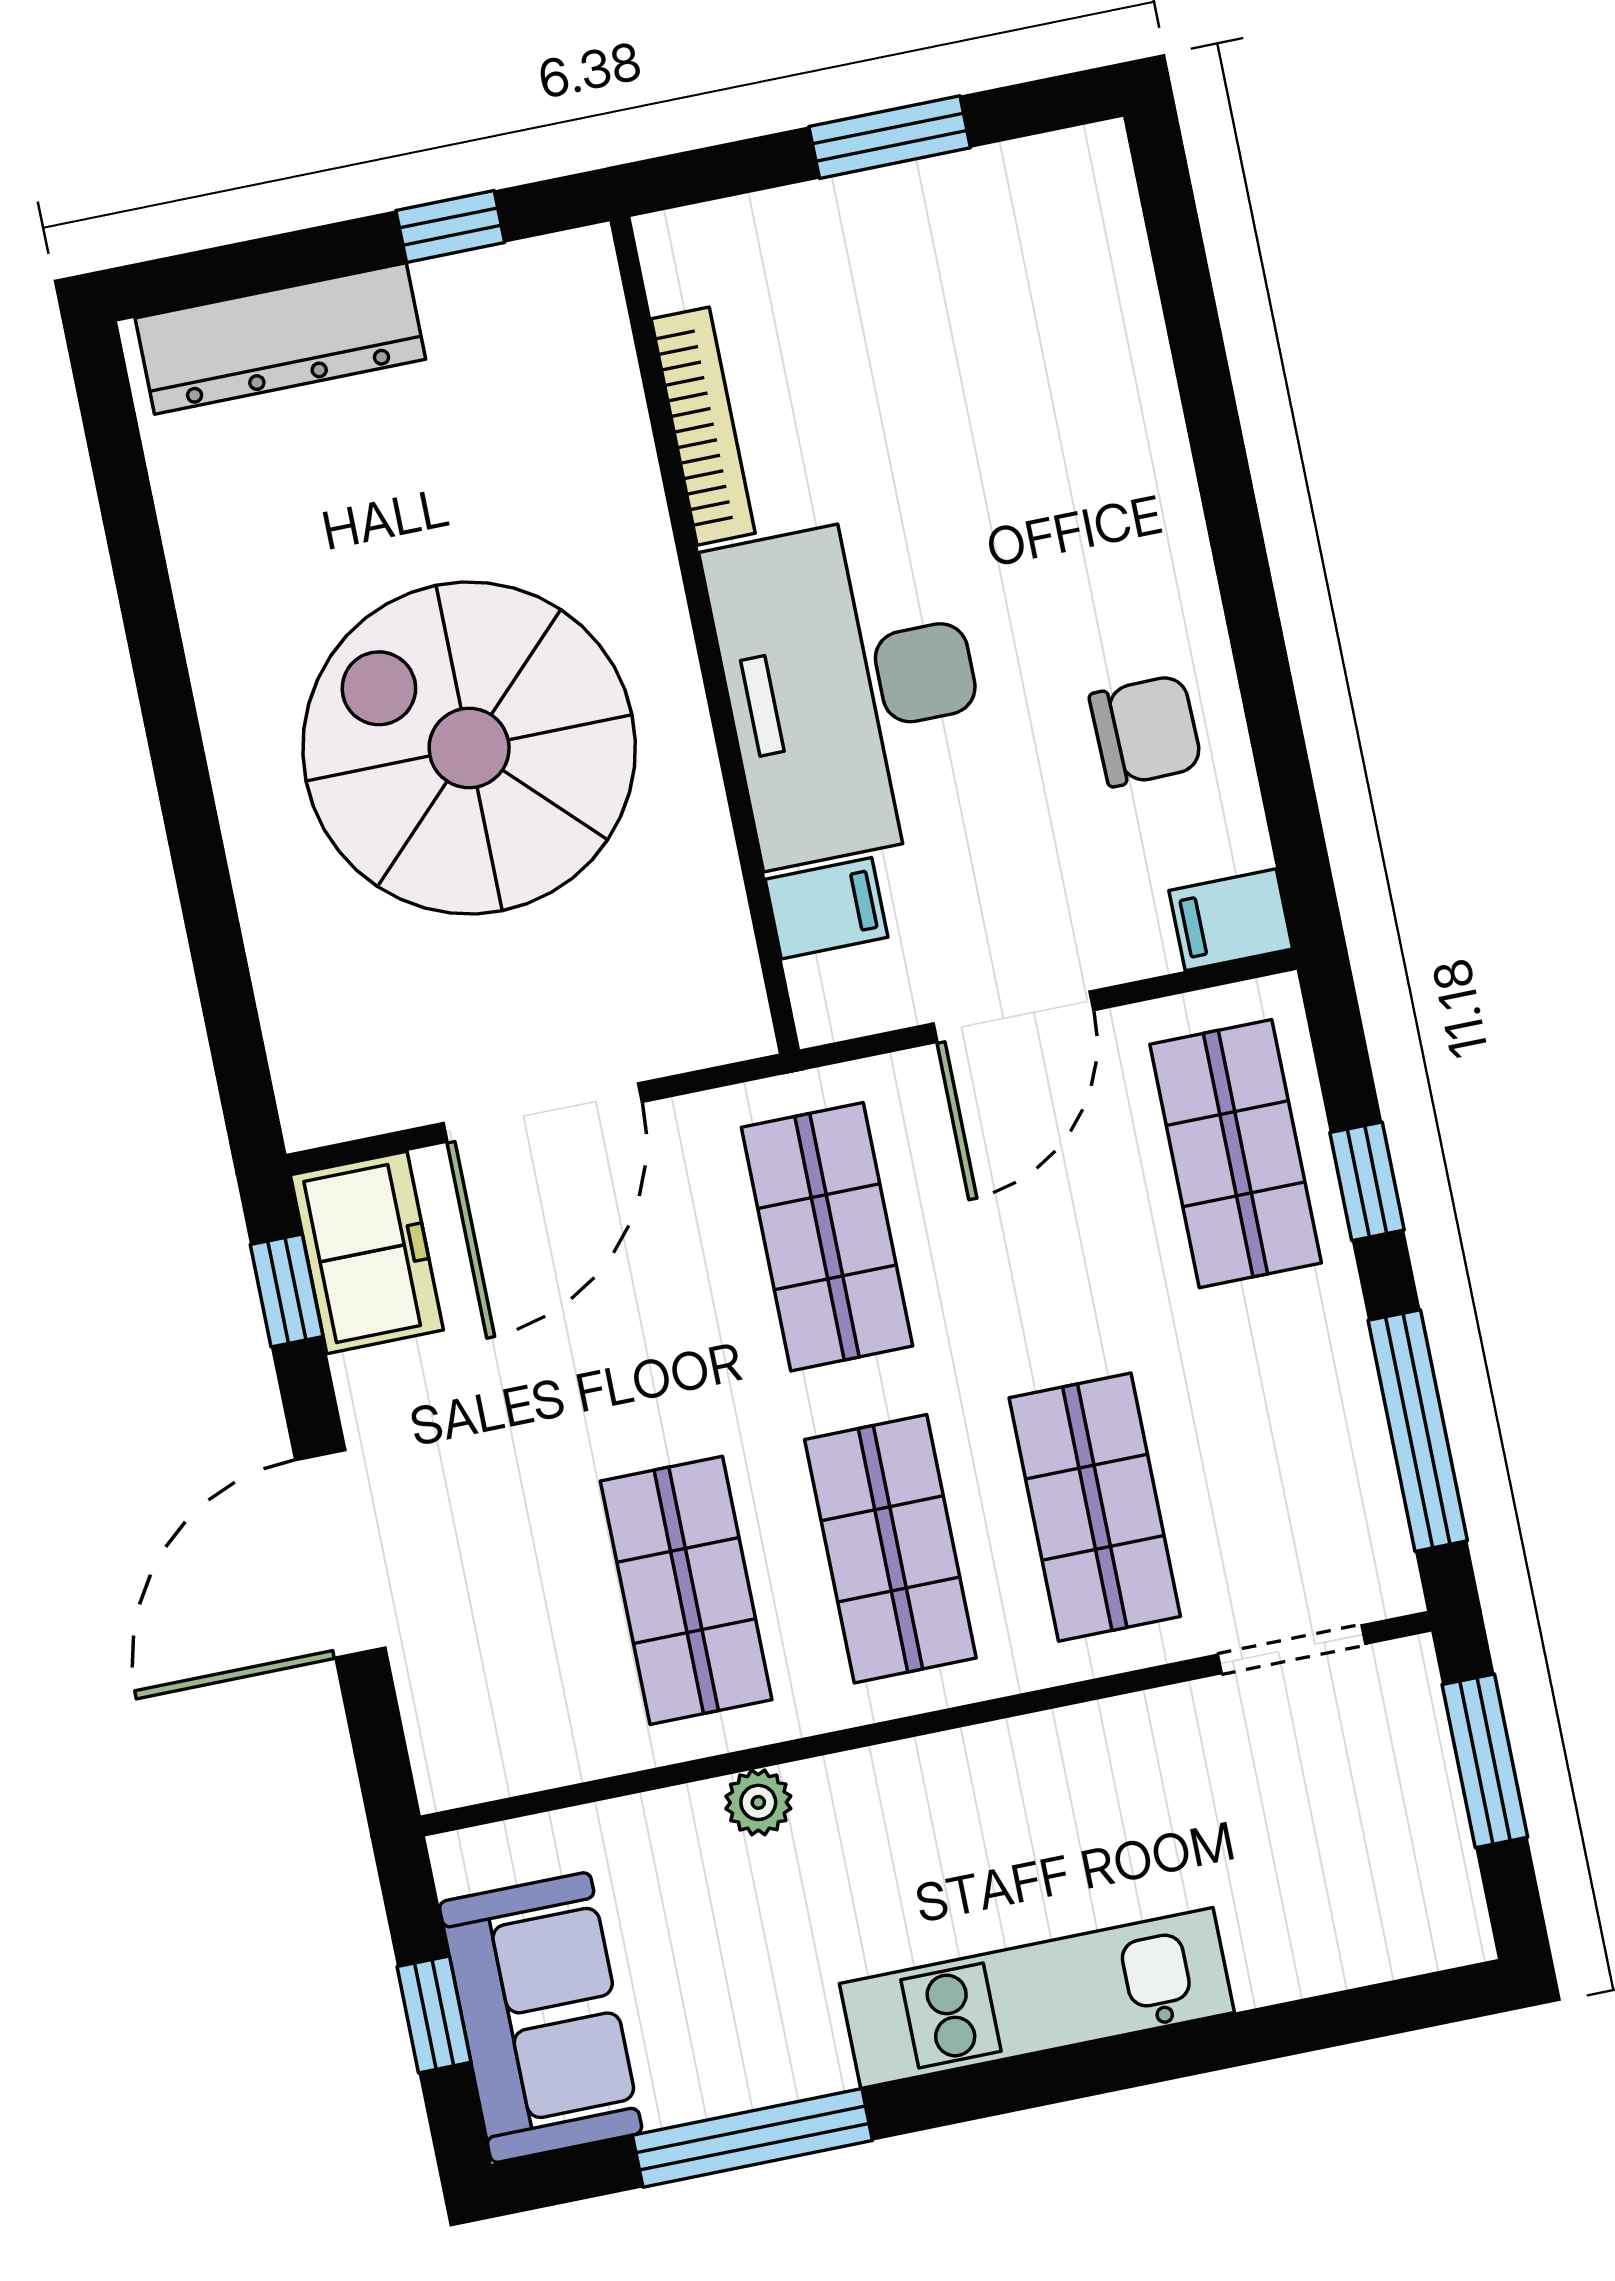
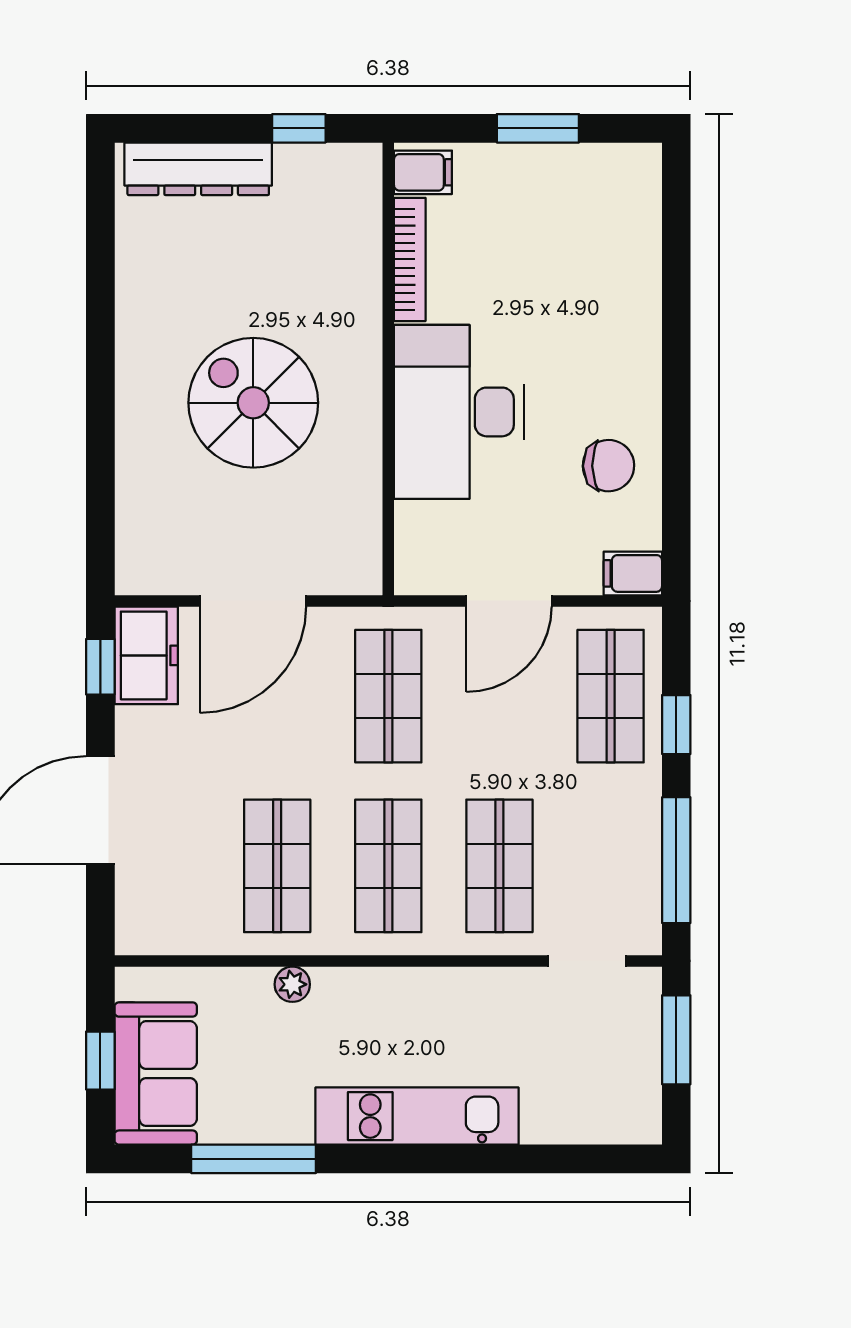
spiral stairs: (469, 748) -> (253, 403), width x0.73, depth x0.73
filing cabinet: (827, 908) -> (423, 172), moved

